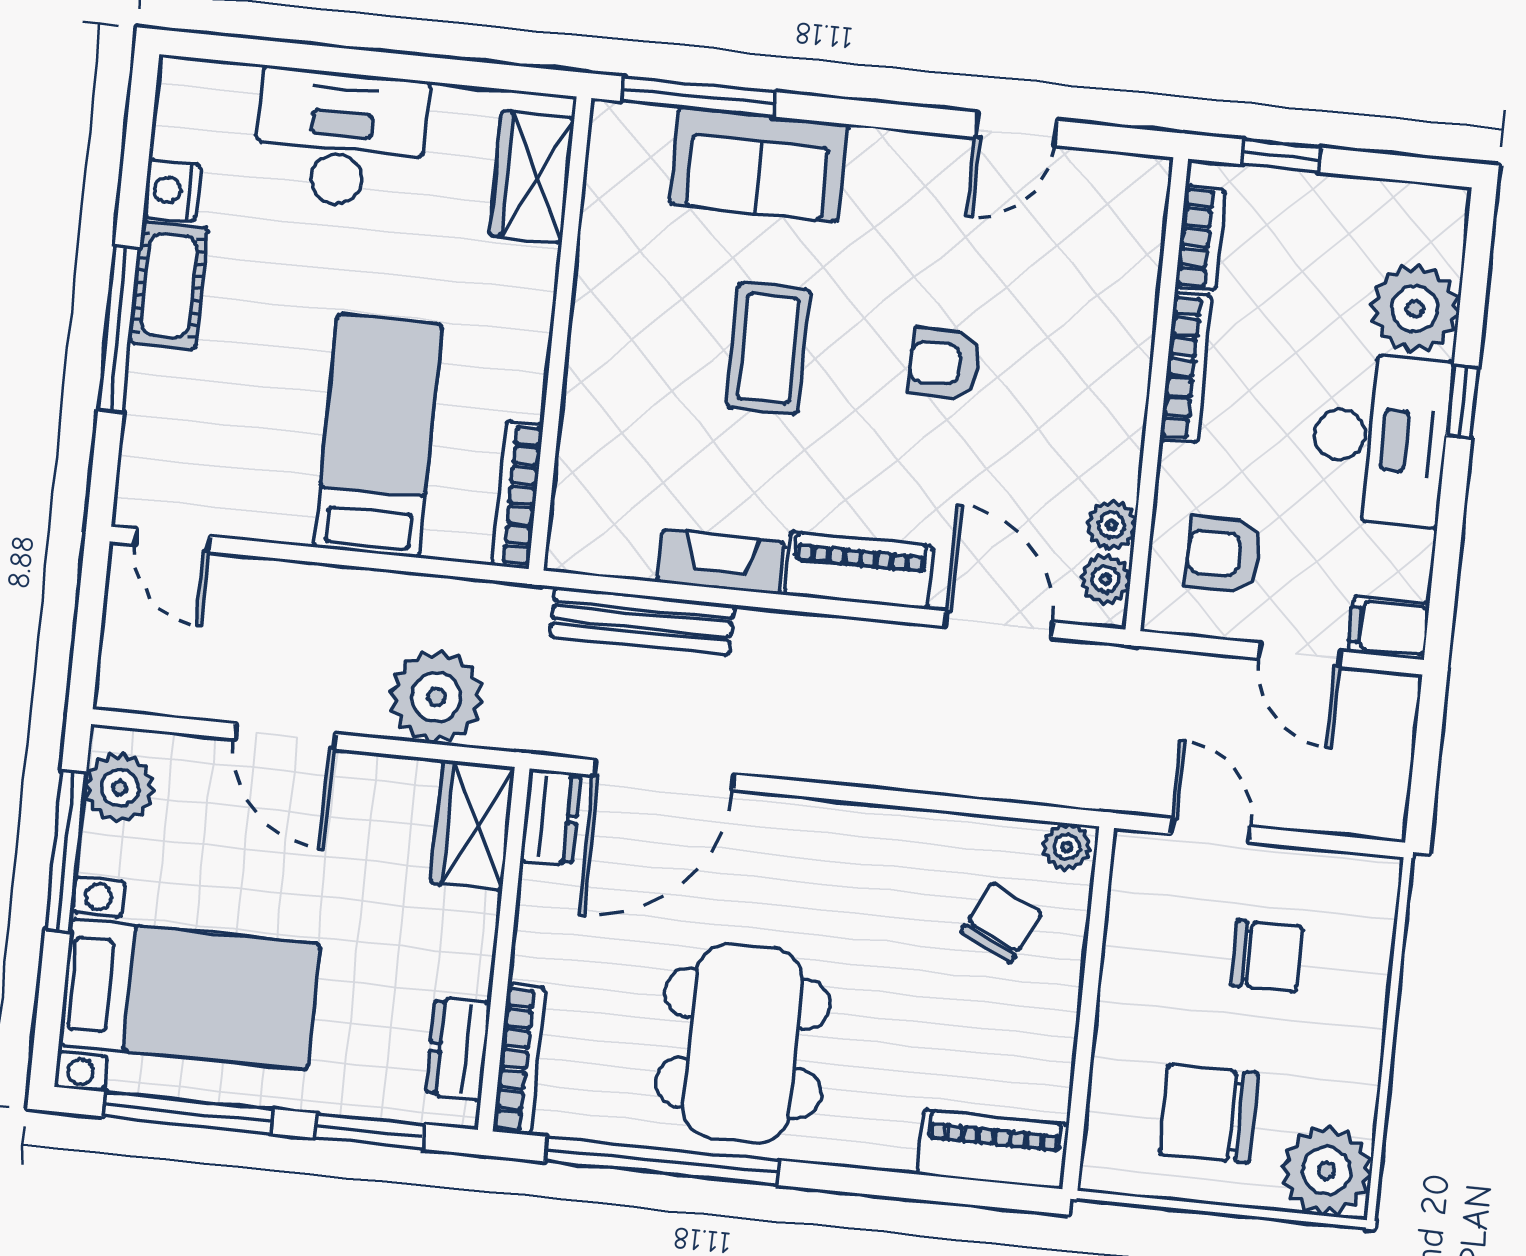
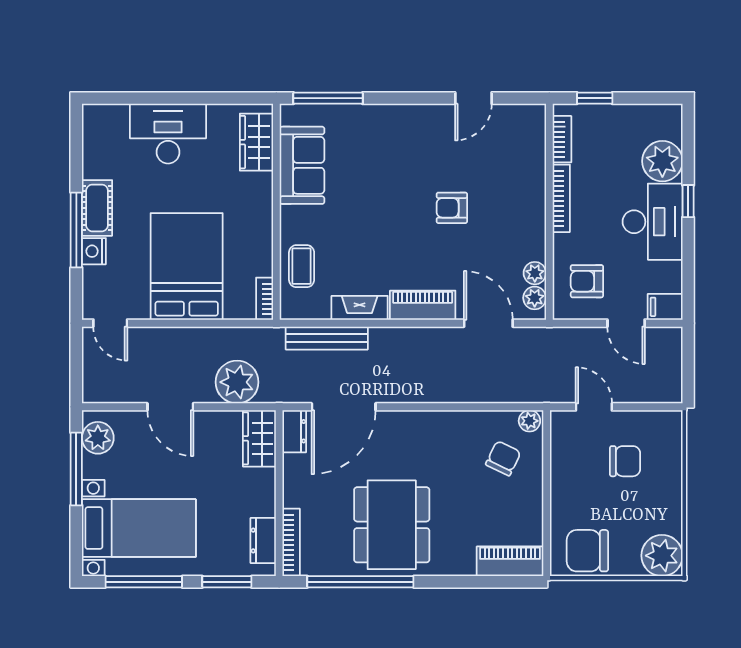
sofa: (758, 164) -> (302, 165), moved, turned -90
nightstand: (172, 190) -> (94, 251), moved
coffee table: (768, 348) -> (302, 266), moved, width x0.73, depth x0.77
bed: (378, 436) -> (187, 266), width x1.50
bookcase: (518, 495) -> (265, 299), width x0.64
chair: (1209, 1114) -> (587, 551), moved

